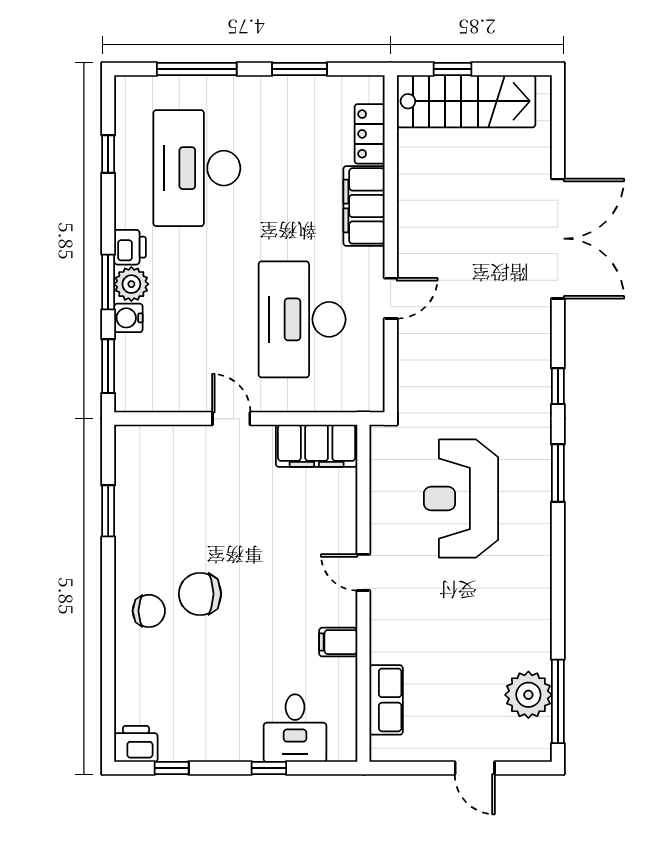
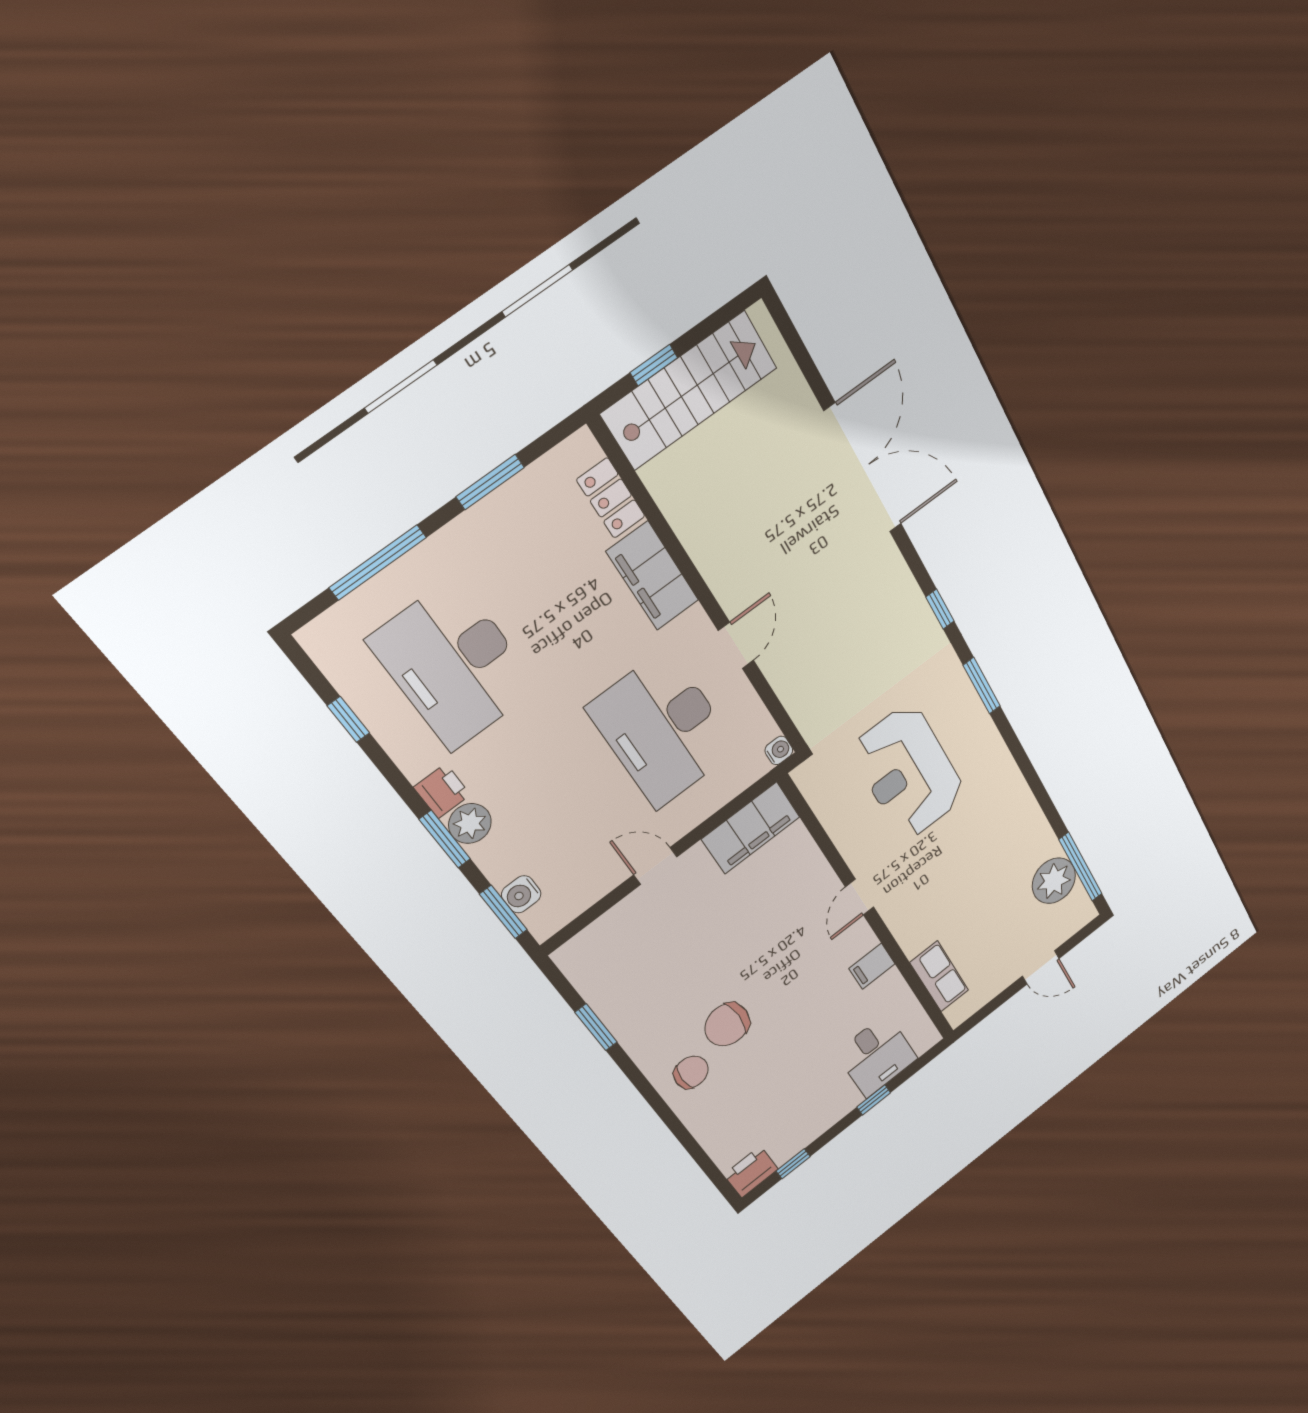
water cooler: (128, 318) -> (521, 894), moved
water cooler: (374, 401) -> (779, 750), added
door: (363, 572) -> (859, 897), hinge flipped

